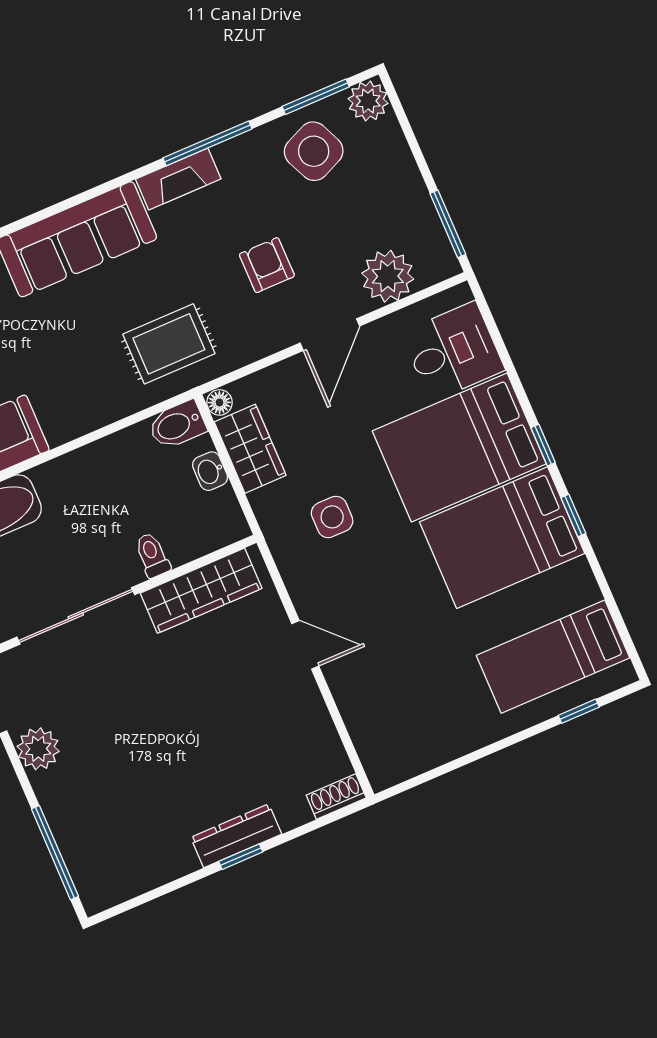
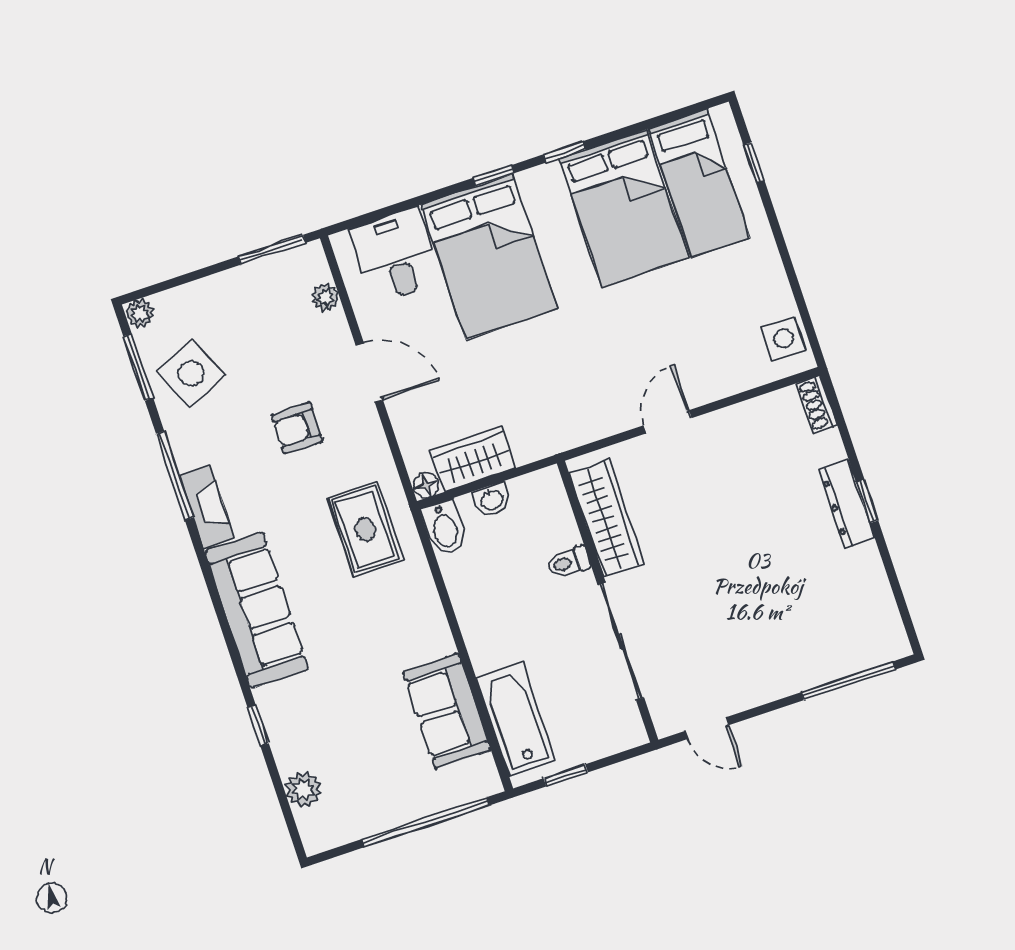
plant: (368, 101) -> (140, 313), width x0.73, depth x0.73
plant: (388, 276) -> (325, 297), width x0.53, depth x0.53
side table: (332, 517) -> (783, 339), moved
bed: (502, 538) -> (624, 208), moved
plant: (38, 749) -> (746, 689), removed

